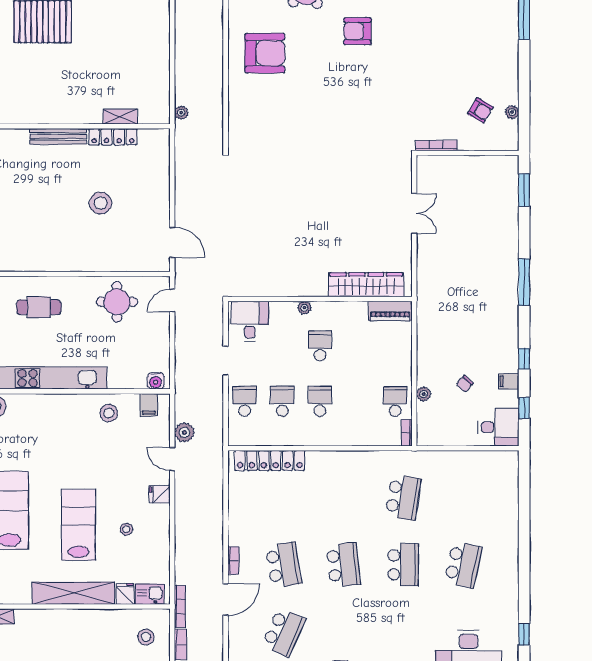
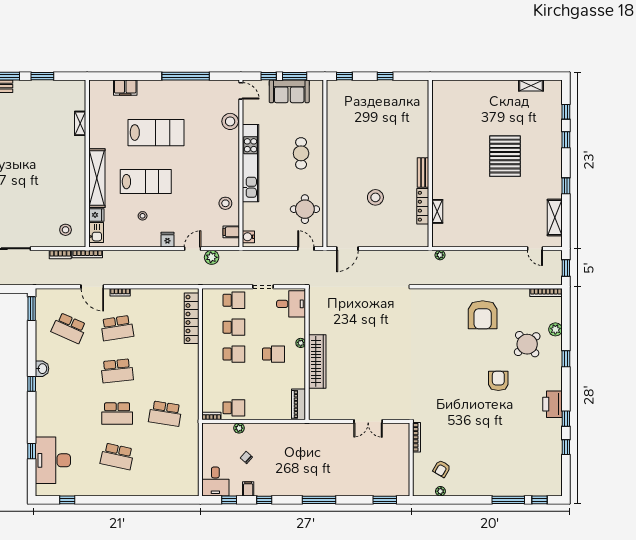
bench: (58, 136) -> (423, 173), width x0.73
wardrobe: (366, 285) -> (317, 361), moved

